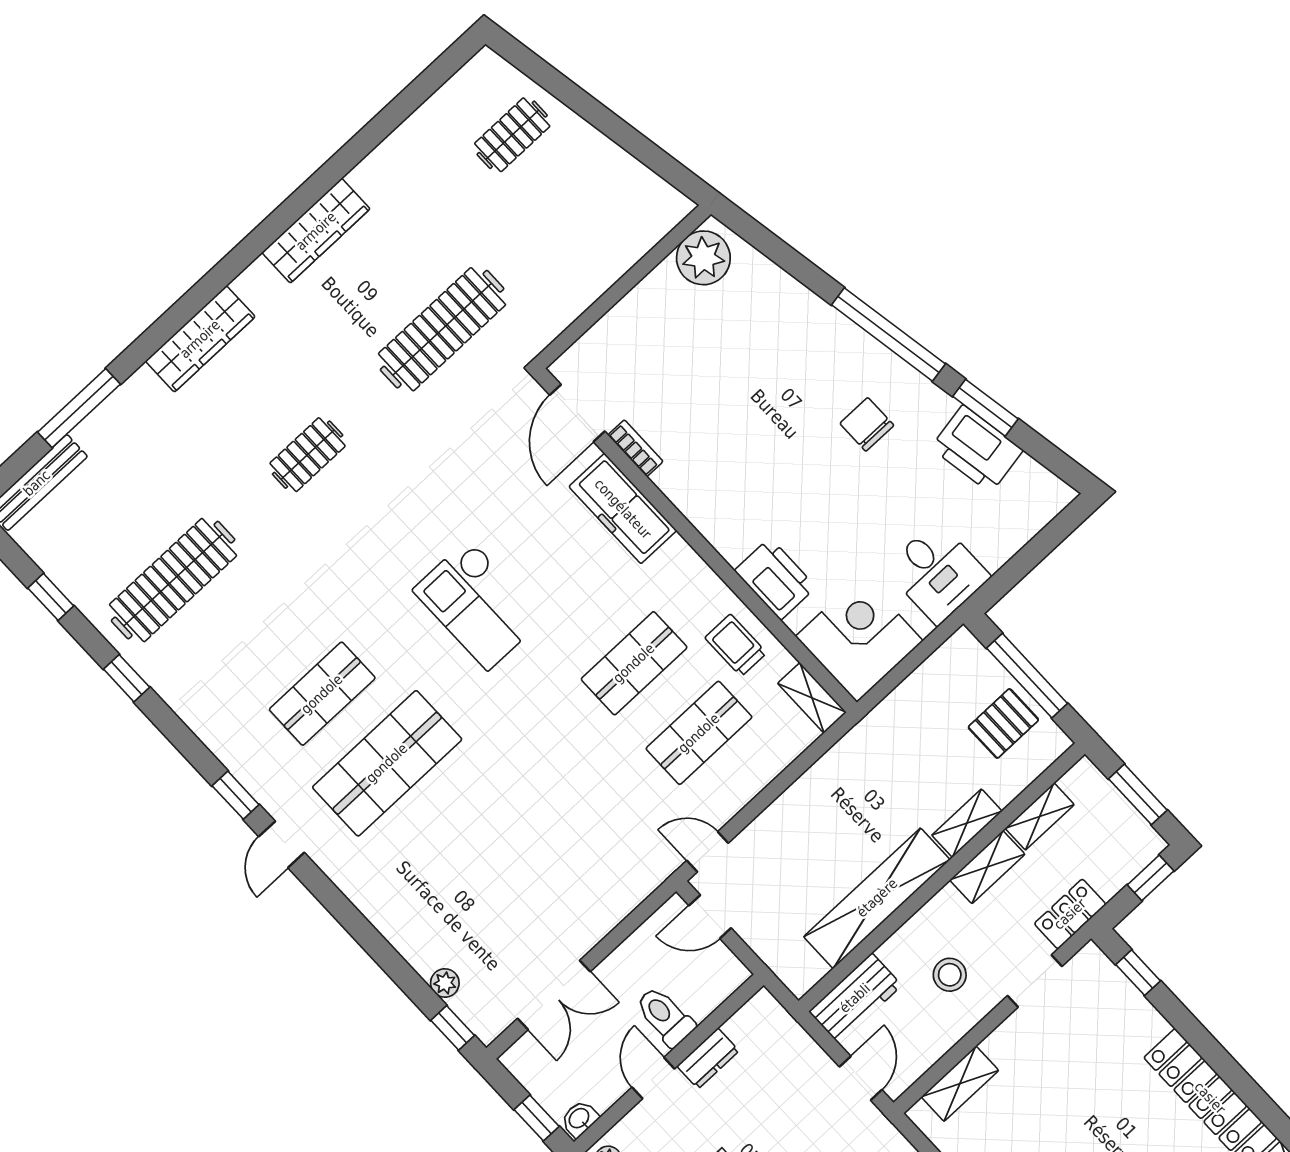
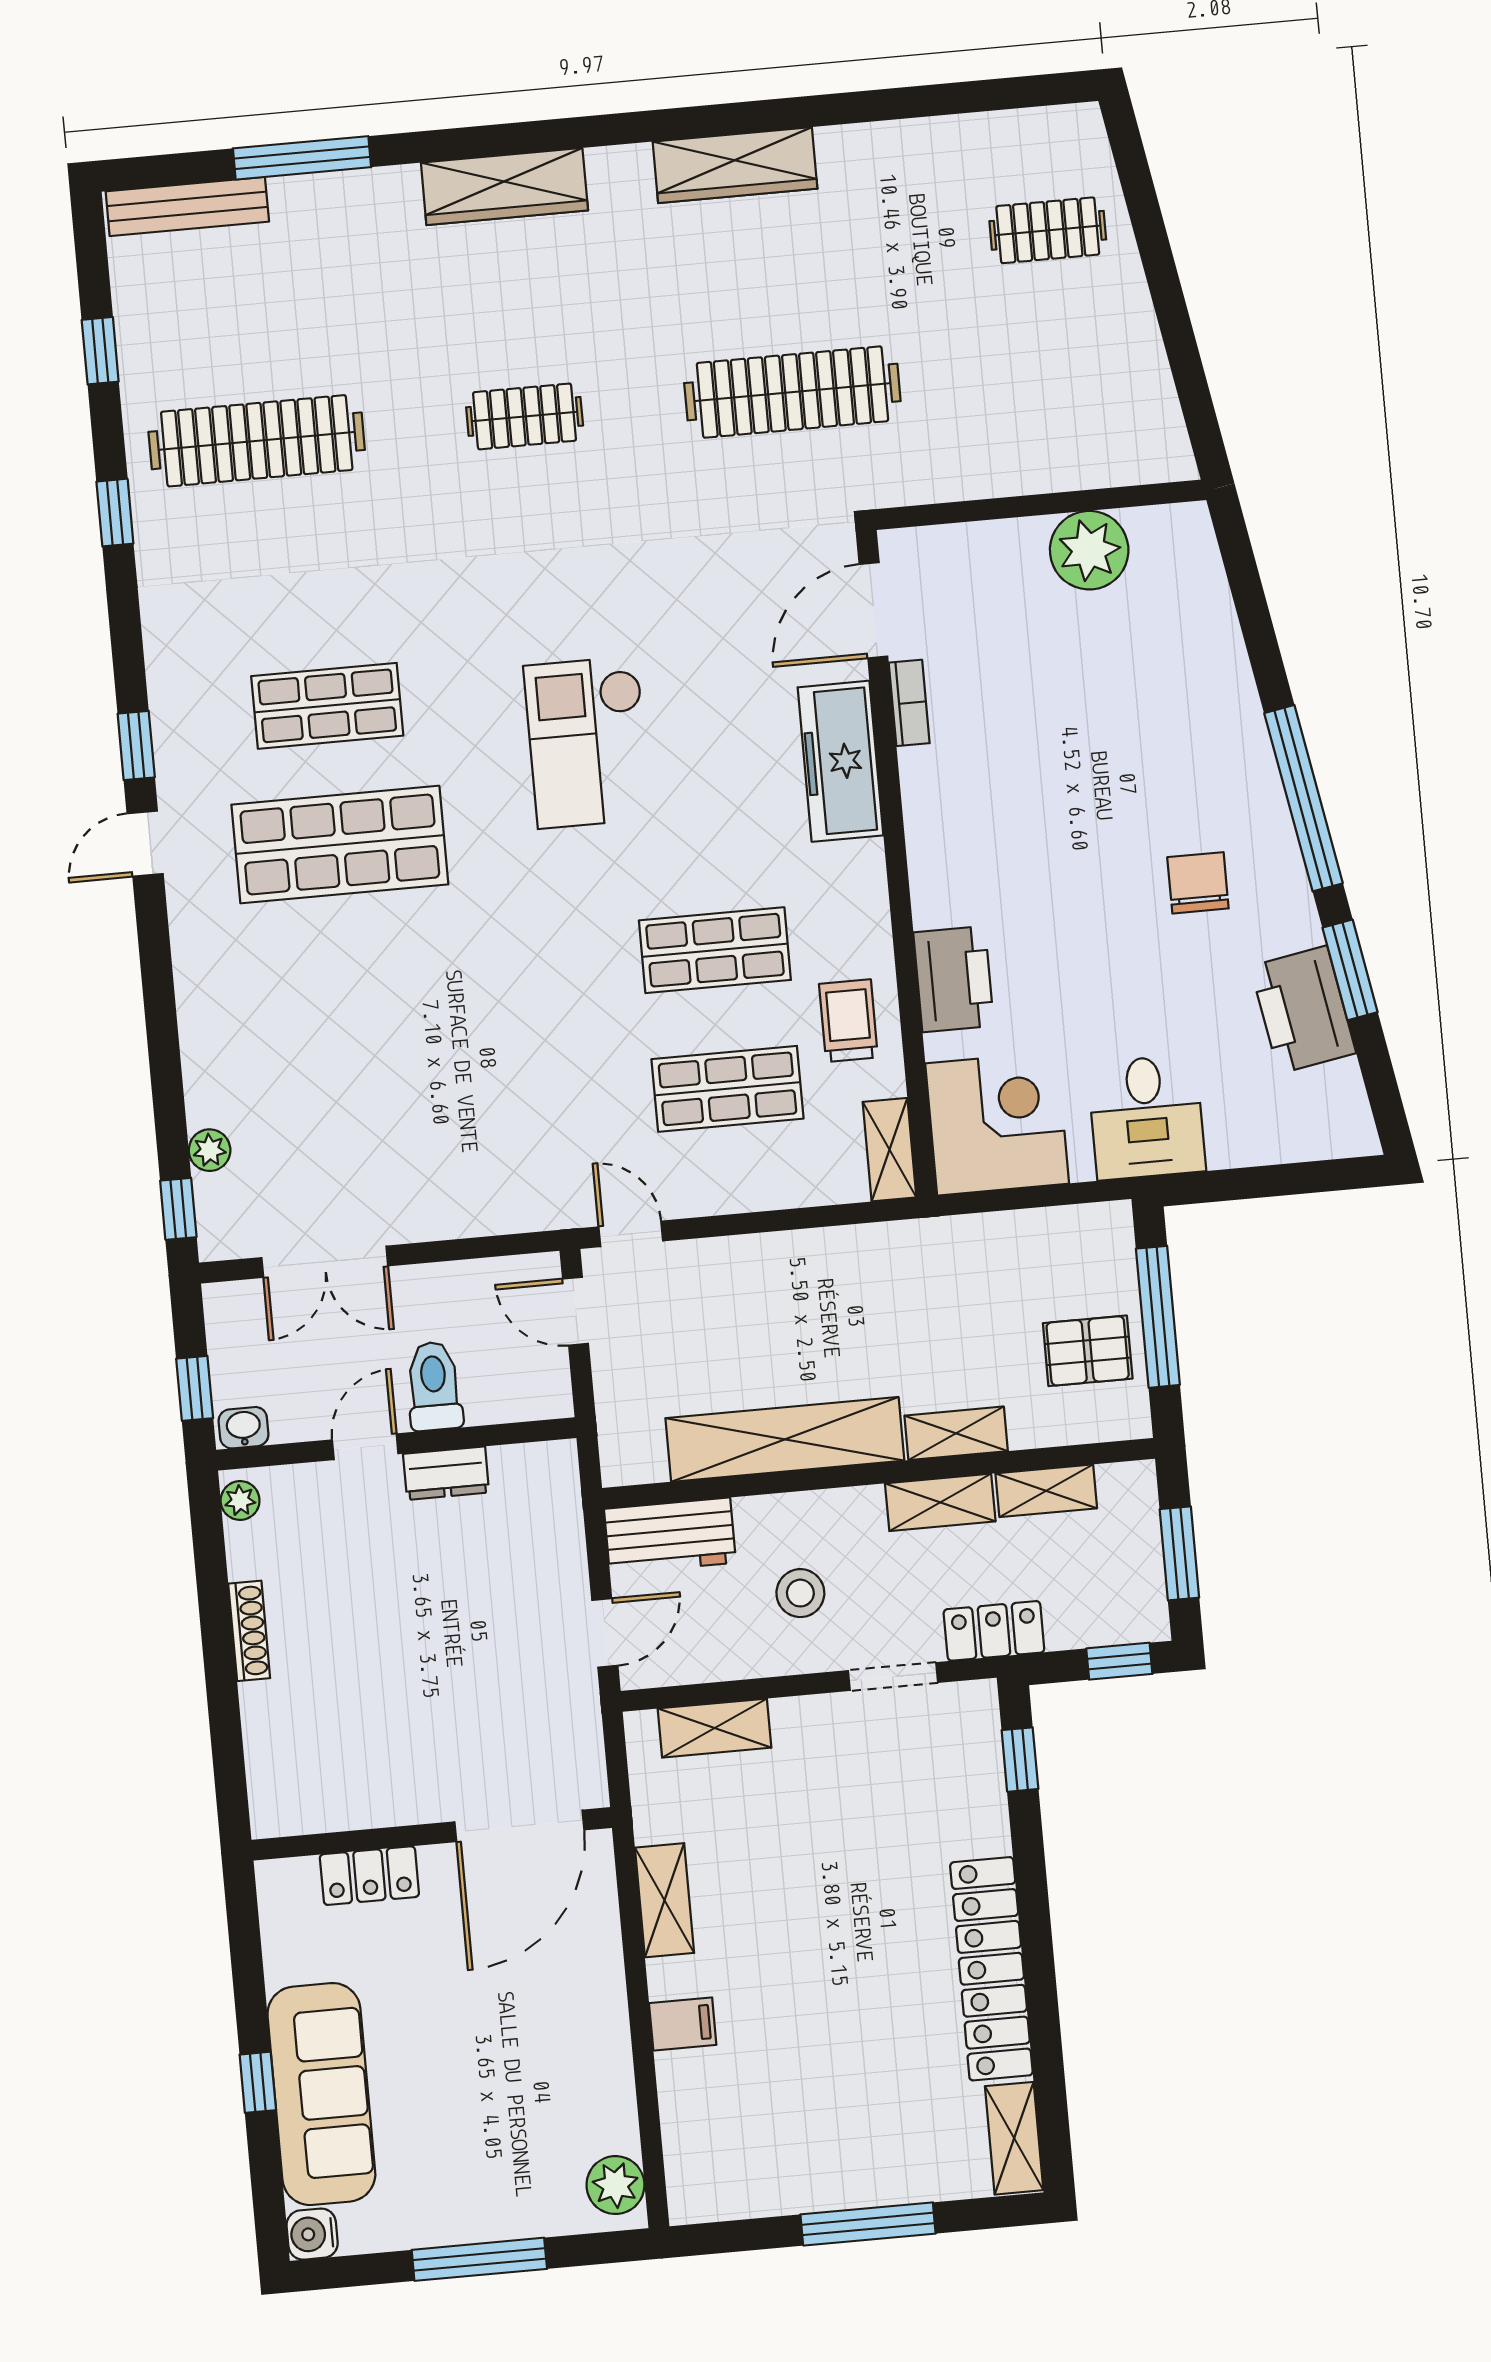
plant: (703, 258) -> (1089, 550), moved

